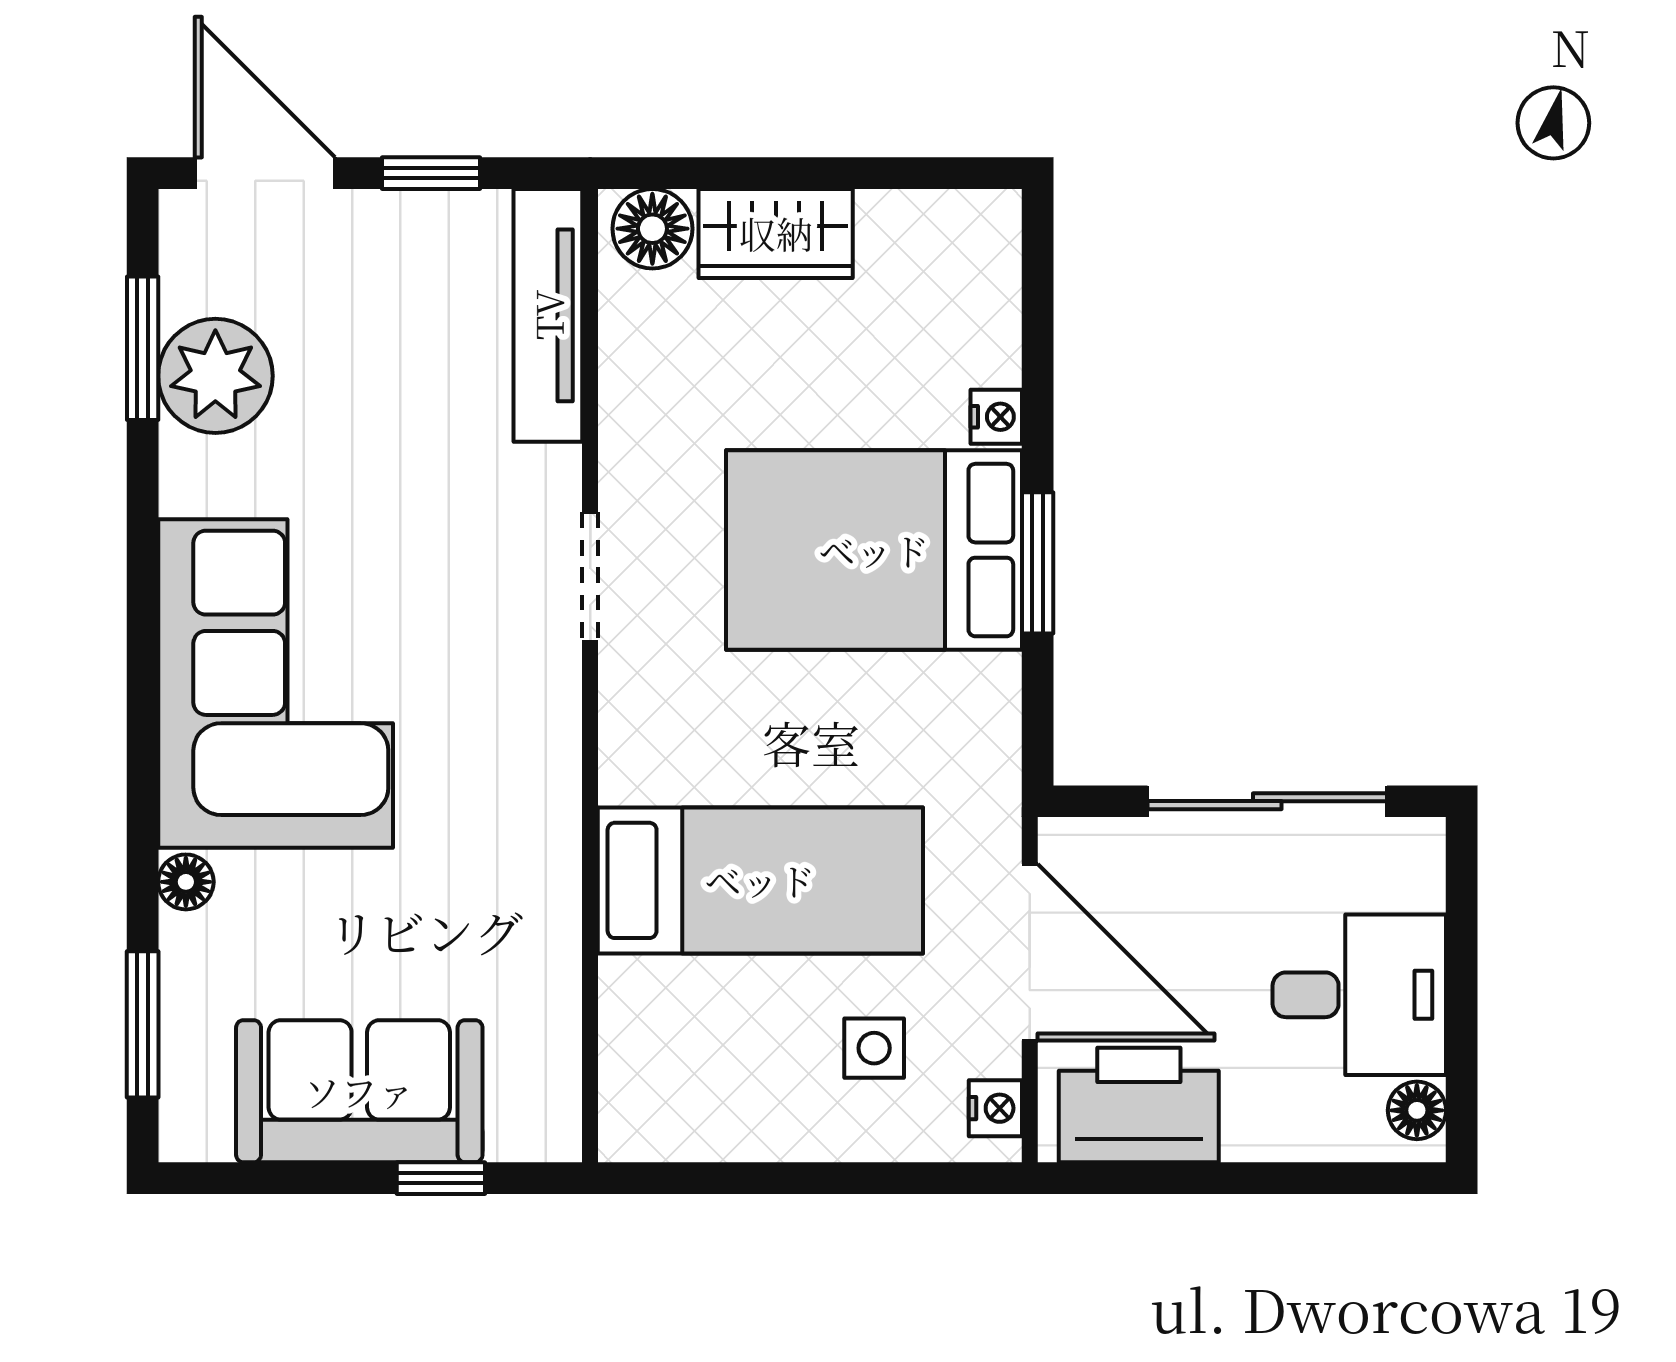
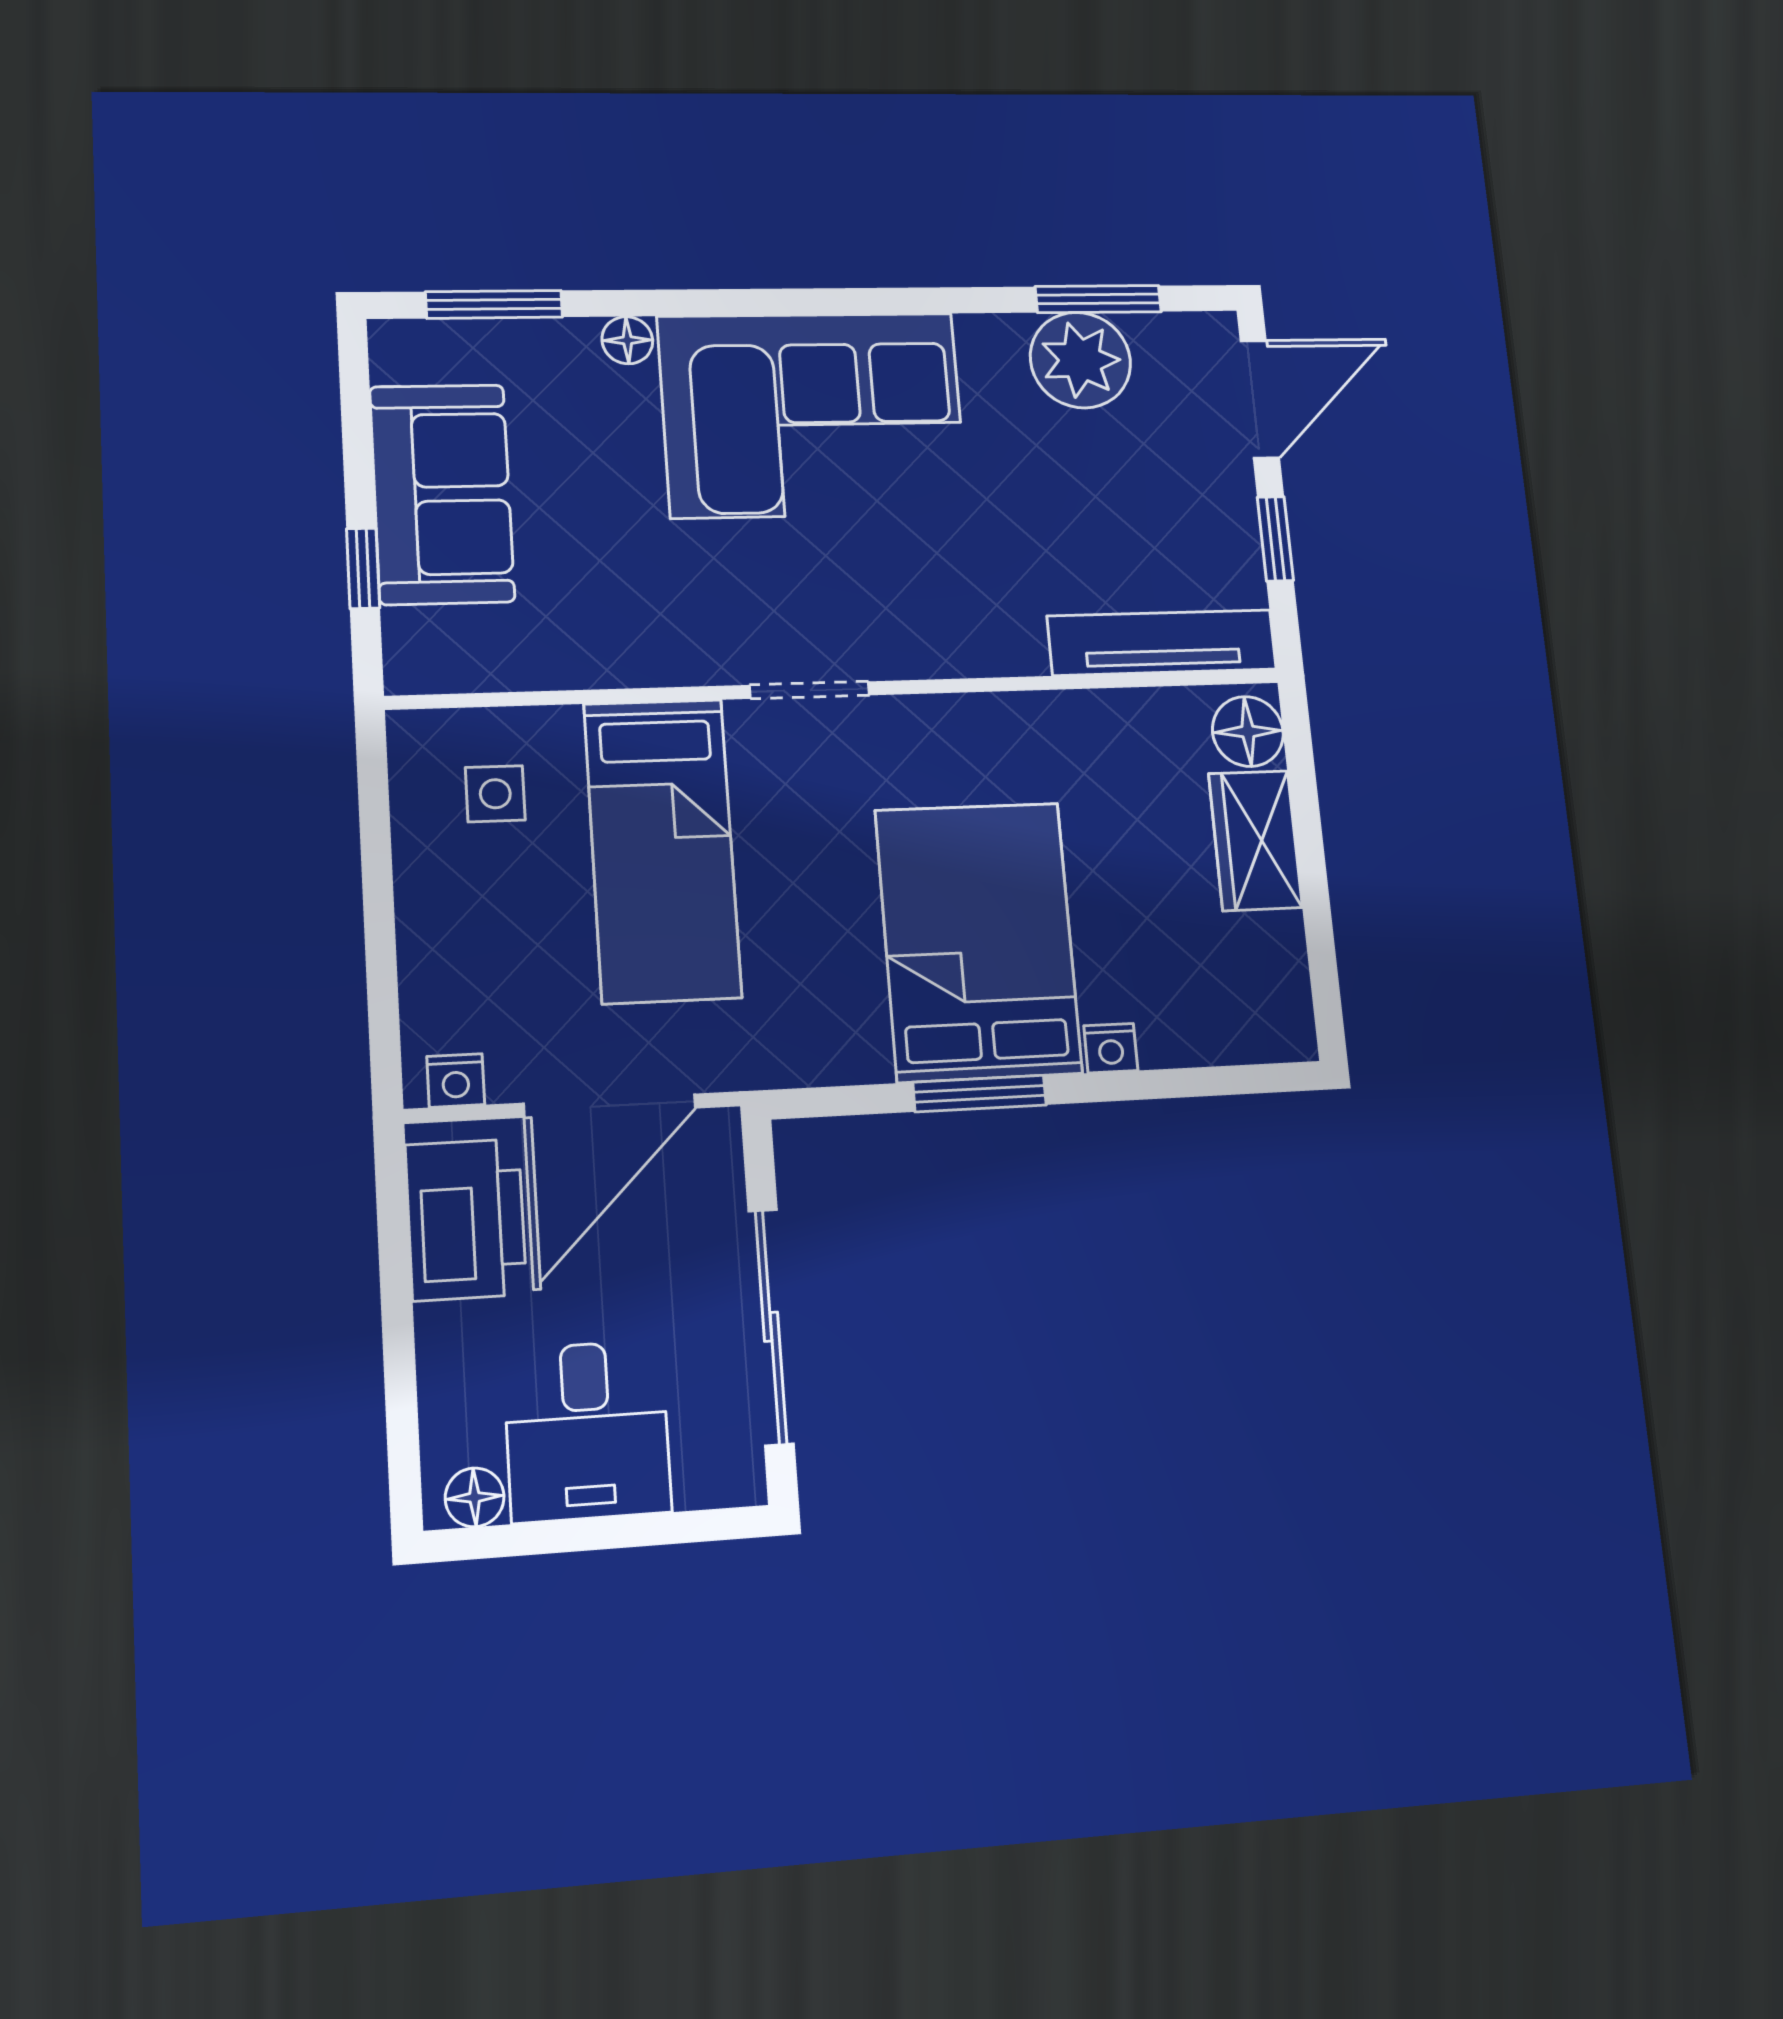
doorway: (590, 577) -> (810, 690), moved
side table: (874, 1048) -> (495, 794), moved

